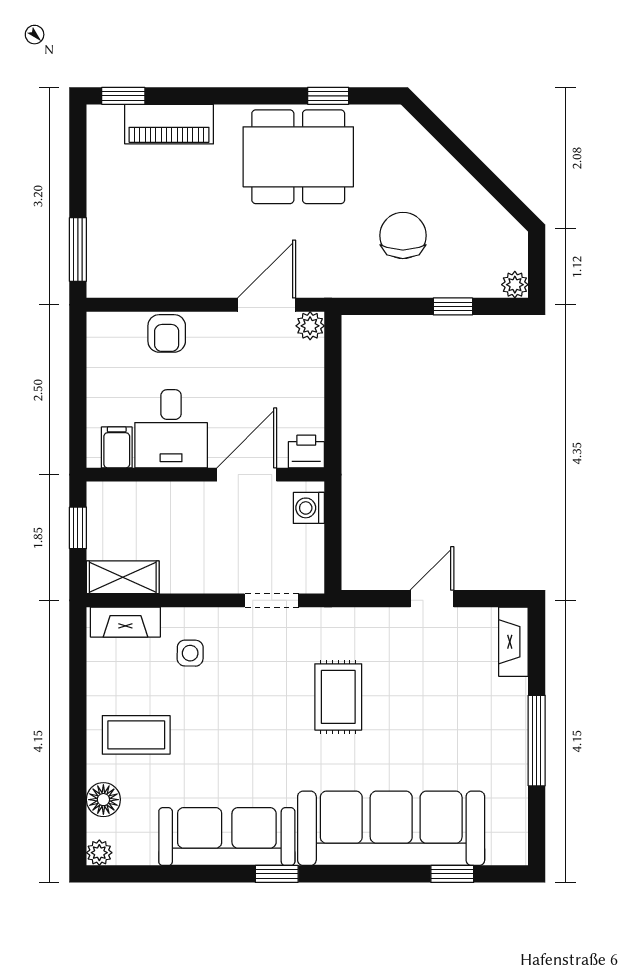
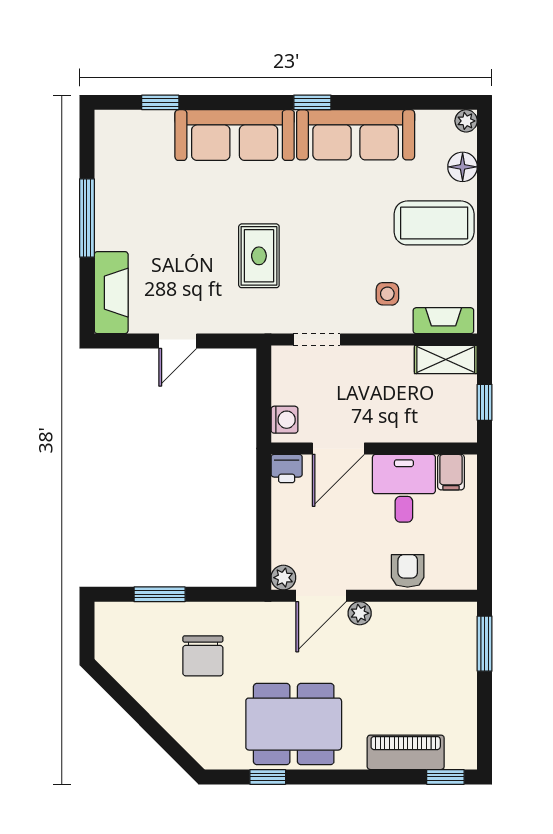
plant: (515, 285) -> (360, 613), moved
window: (453, 306) -> (160, 594), width x1.50
fireplace: (513, 642) -> (111, 293), width x1.37, depth x1.32
coffee table: (136, 735) -> (434, 223), width x1.36, depth x1.32
sofa: (391, 828) -> (235, 135), width x0.74, depth x0.79

